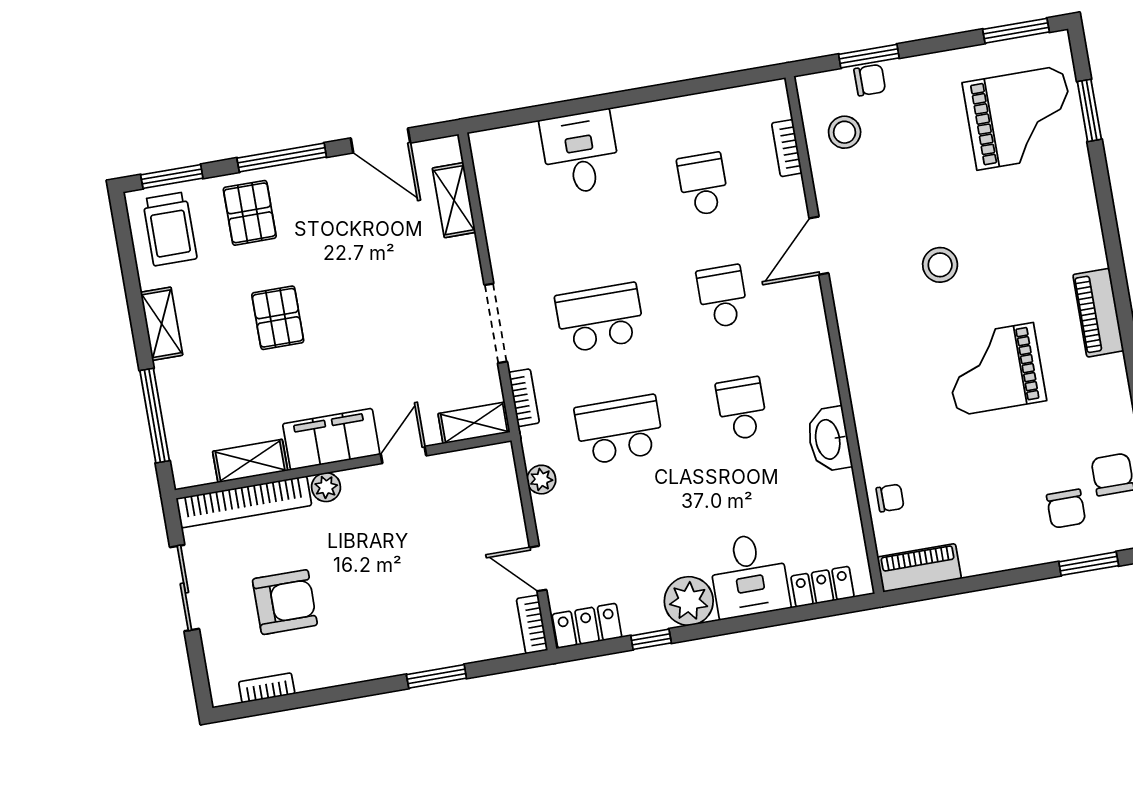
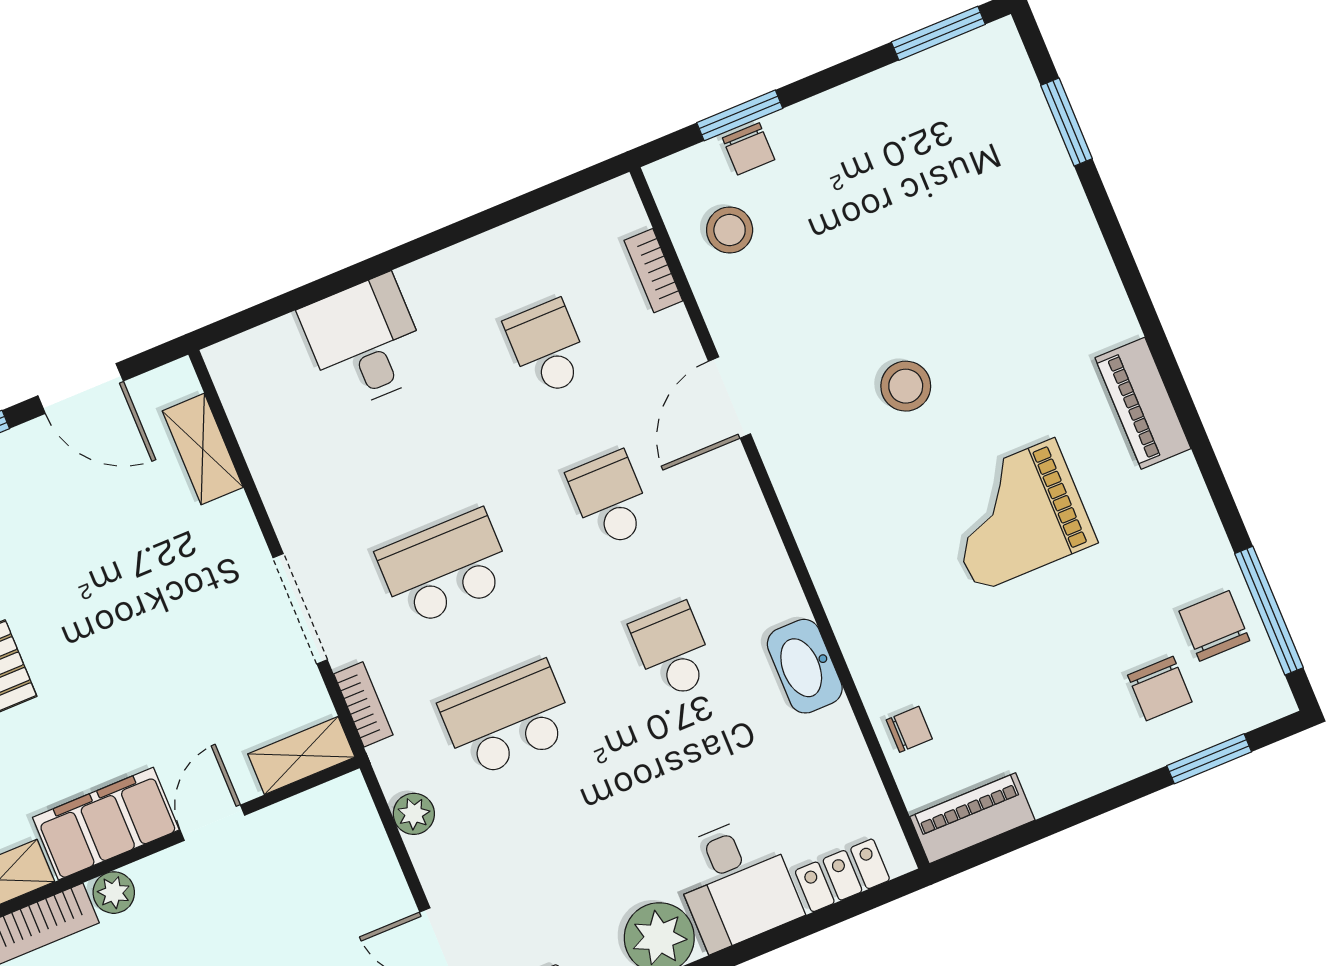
chair: (870, 80) -> (749, 149), turned 90
grand piano: (1020, 118) -> (972, 154), removed

